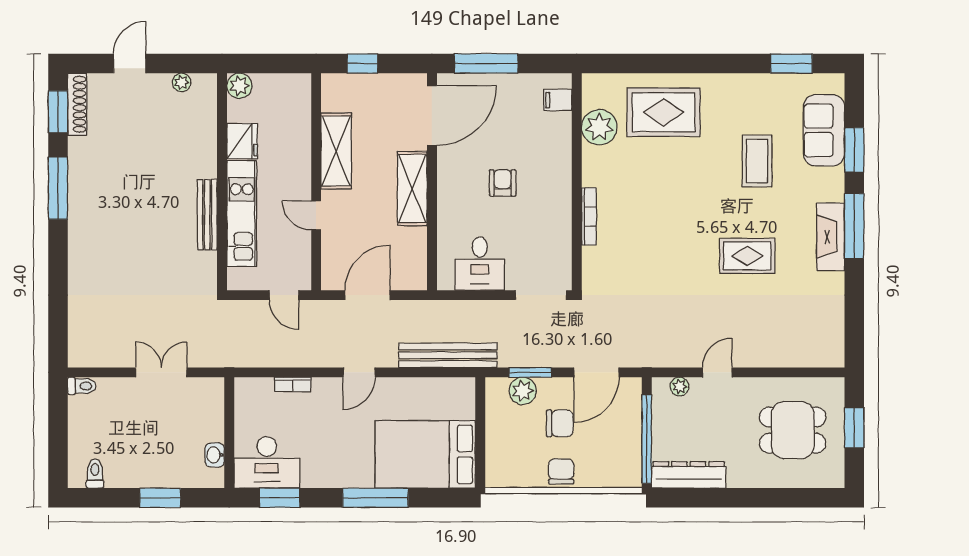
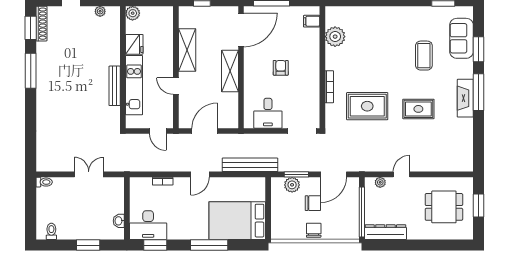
rug: (664, 112) -> (367, 106), moved

